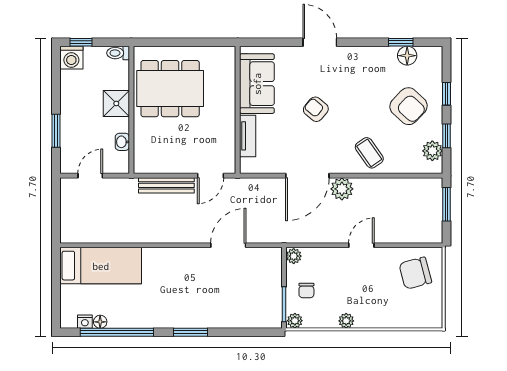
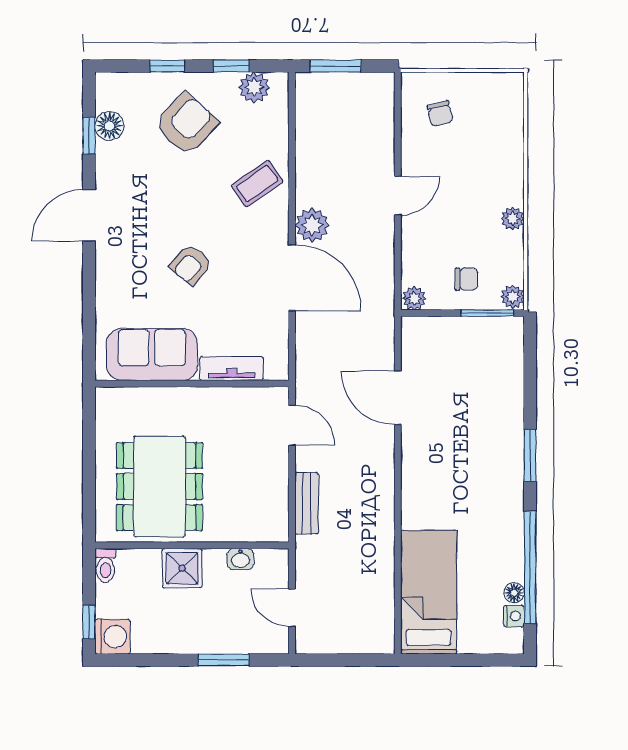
door: (320, 42) -> (89, 215), moved
bench: (166, 185) -> (307, 503), width x0.73
door: (361, 245) -> (398, 196), swing flipped
chair: (415, 273) -> (440, 114), width x0.54, depth x0.54

